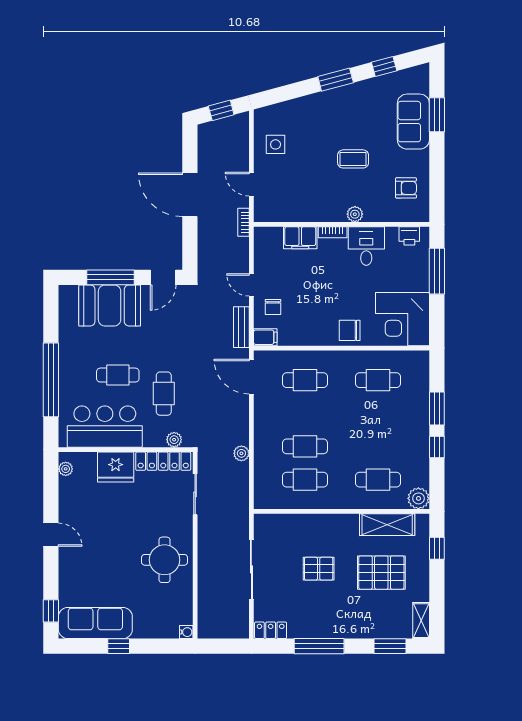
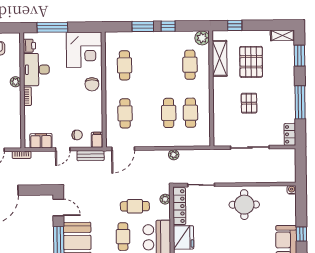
filing cabinet: (300, 238) -> (41, 141), moved, turned -90
desk: (366, 246) -> (36, 70), width x1.37

